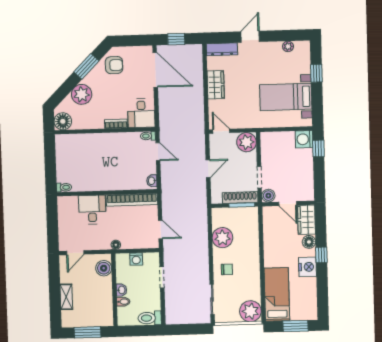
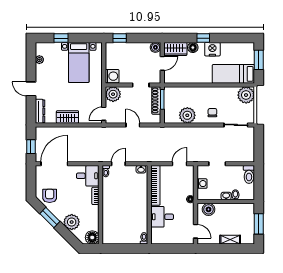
washing machine: (304, 139) -> (112, 76), moved, turned -90
boiler: (268, 196) -> (155, 47), moved

